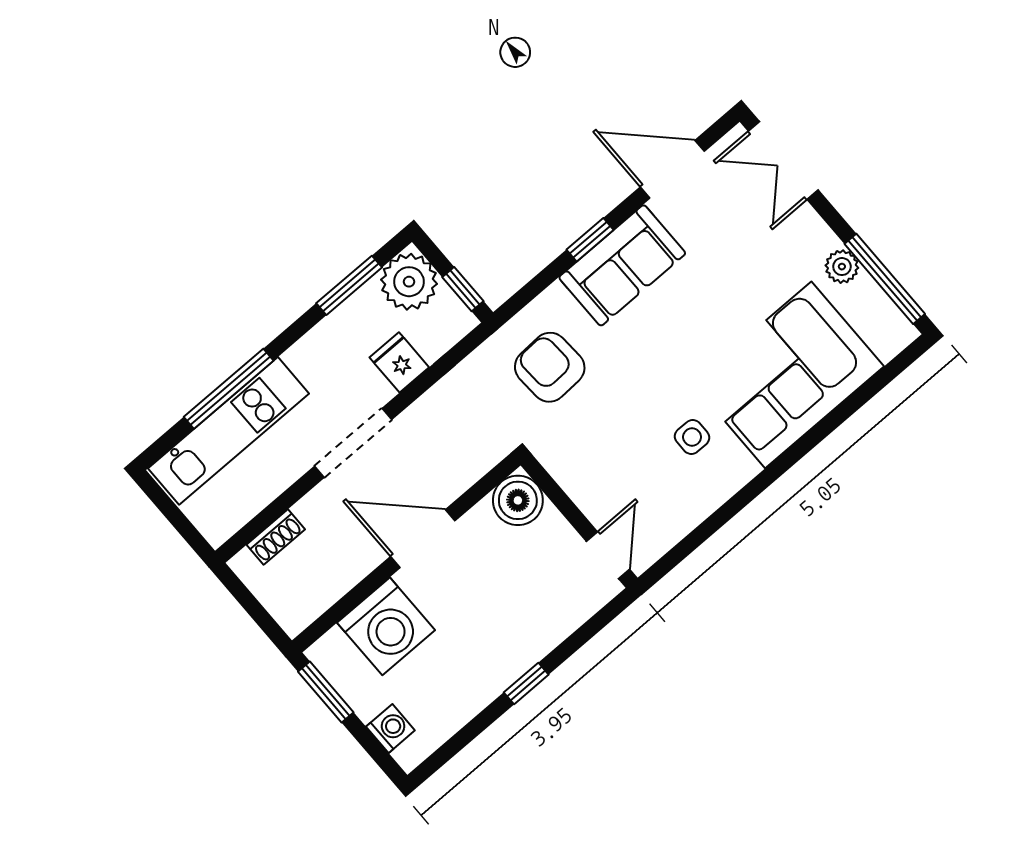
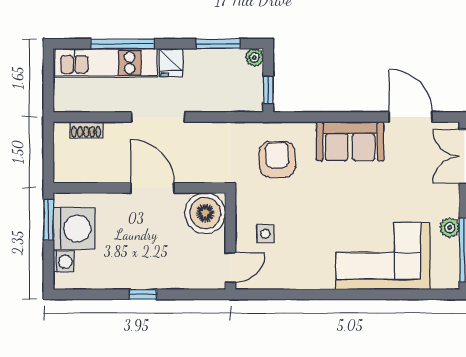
window: (590, 240) -> (345, 117), removed
plant: (409, 282) -> (254, 58), width x0.53, depth x0.53
fridge: (399, 362) -> (171, 62), moved, turned 180
side table: (692, 437) -> (265, 234), moved
boiler: (518, 500) -> (205, 213), width x1.37, depth x1.37
washing machine: (386, 626) -> (74, 229), moved, turned -90

